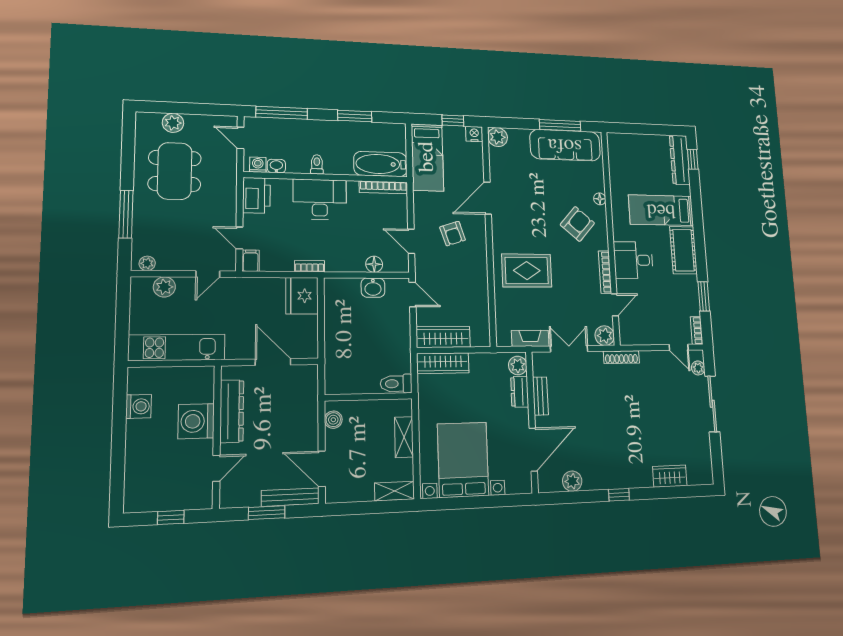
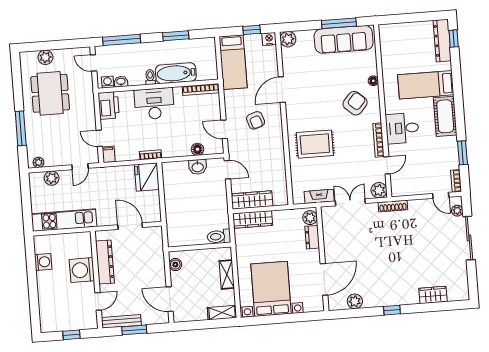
bathtub: (380, 164) -> (176, 73), moved
bench: (540, 396) -> (328, 240), removed
bench: (290, 497) -> (121, 321), moved

